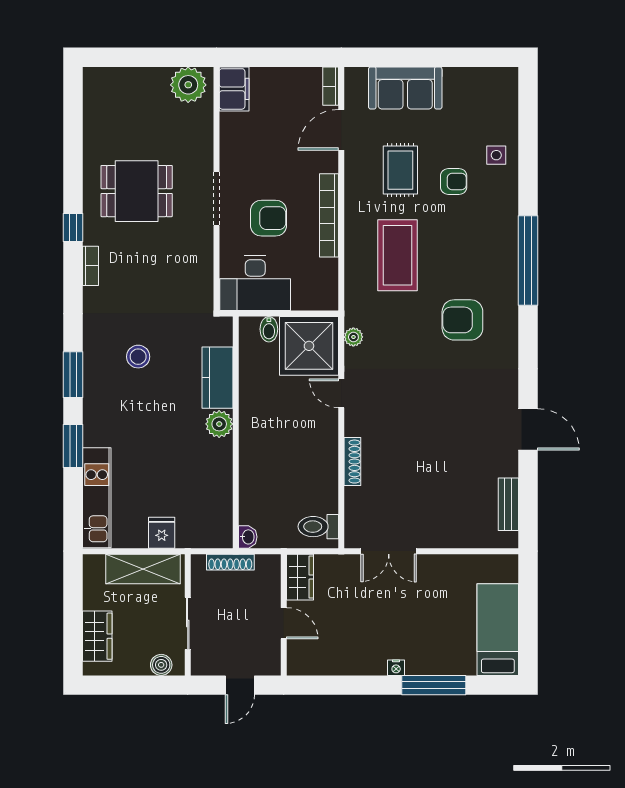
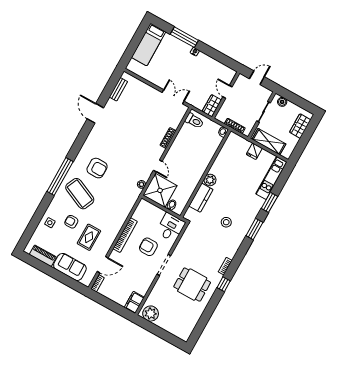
piano: (473, 80) -> (43, 256), added
coffee table: (397, 255) -> (80, 194), moved, turned -66
desk: (255, 283) -> (171, 227), width x0.73

